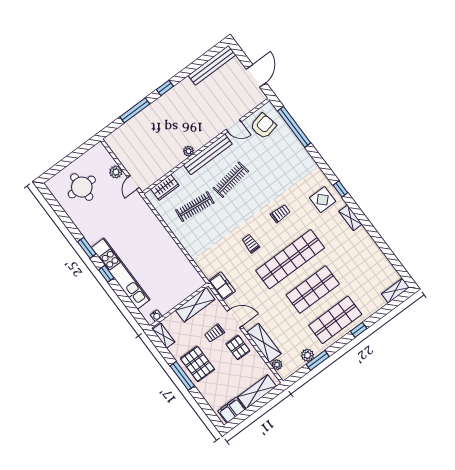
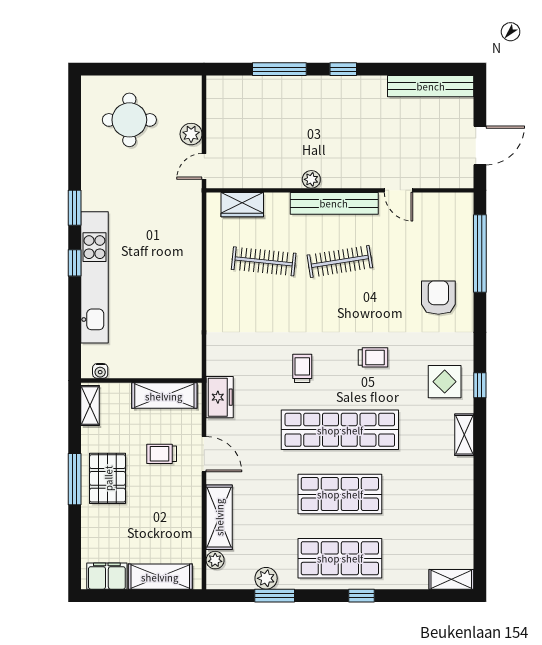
armchair: (263, 126) -> (438, 298), moved, turned -78
pallet: (238, 347) -> (179, 497), removed

